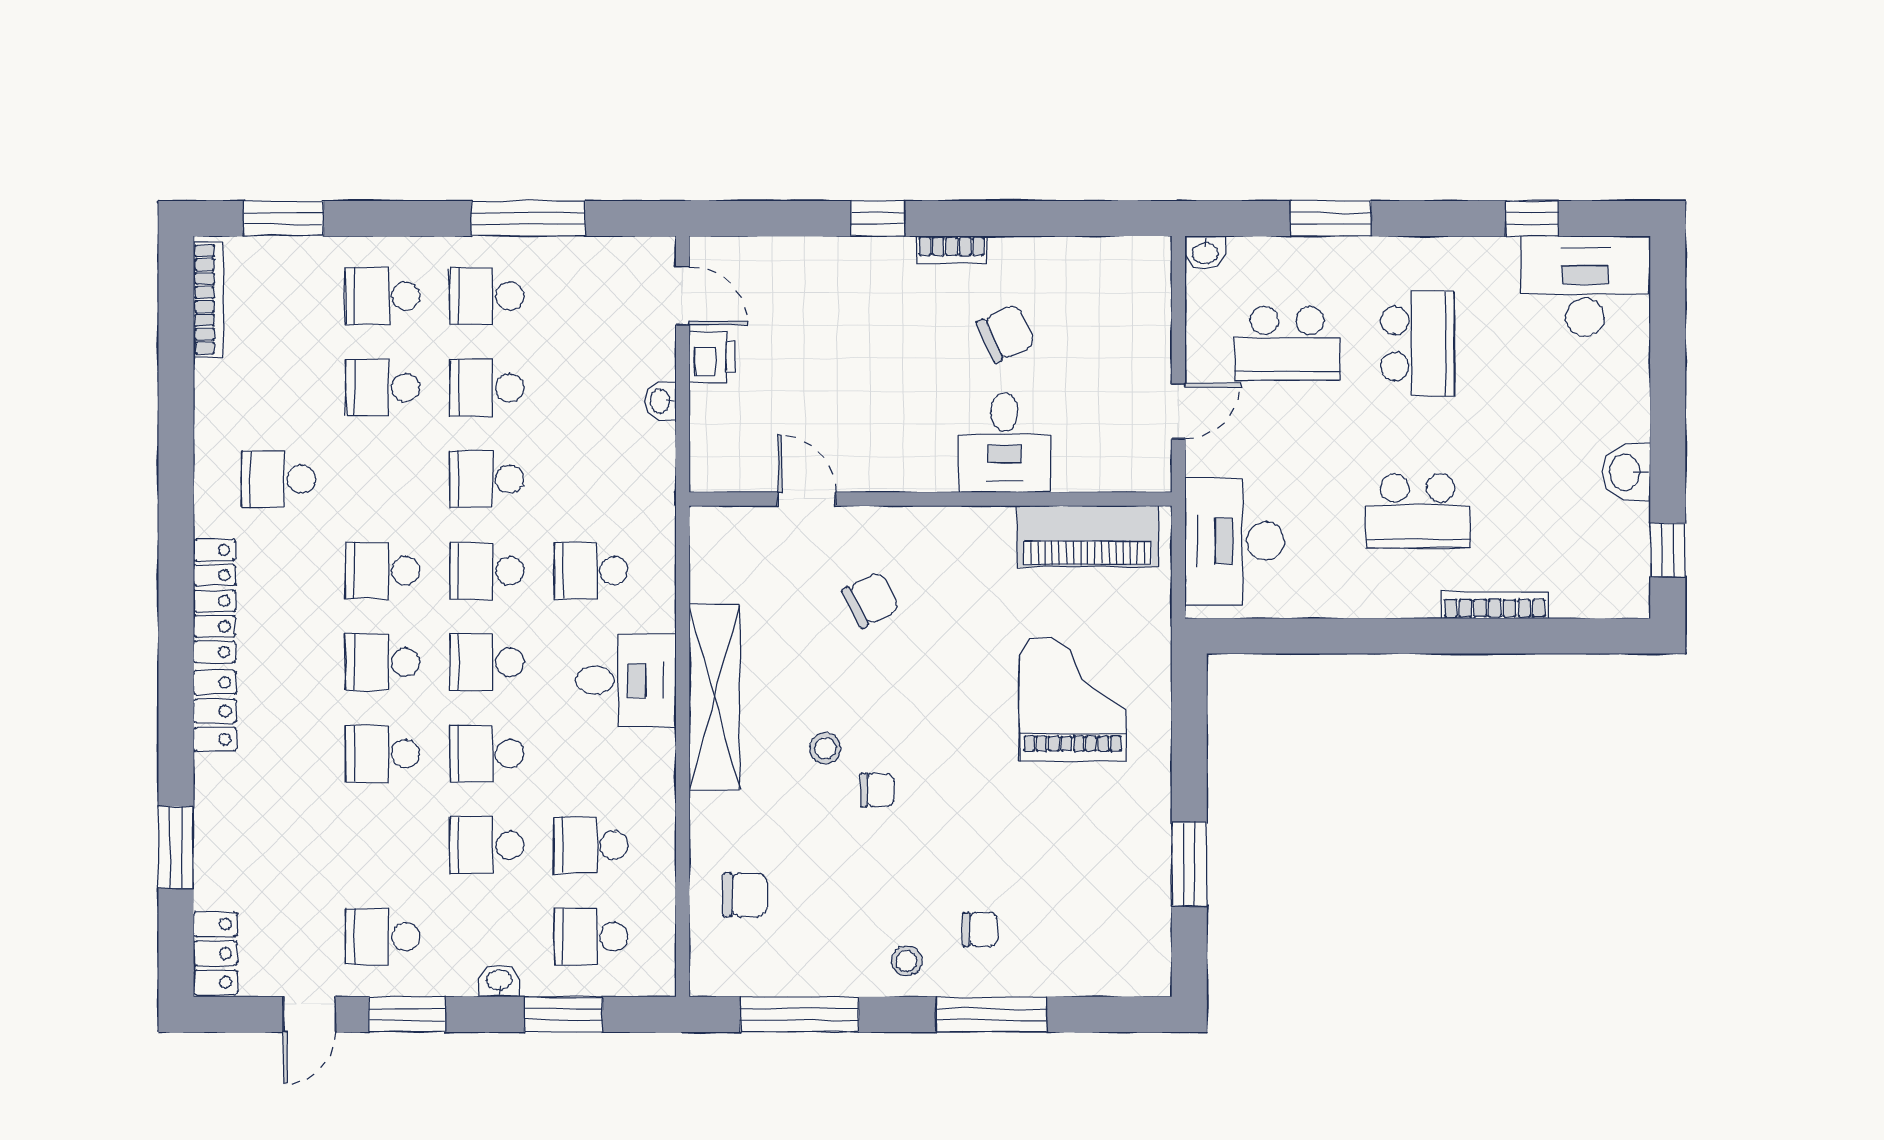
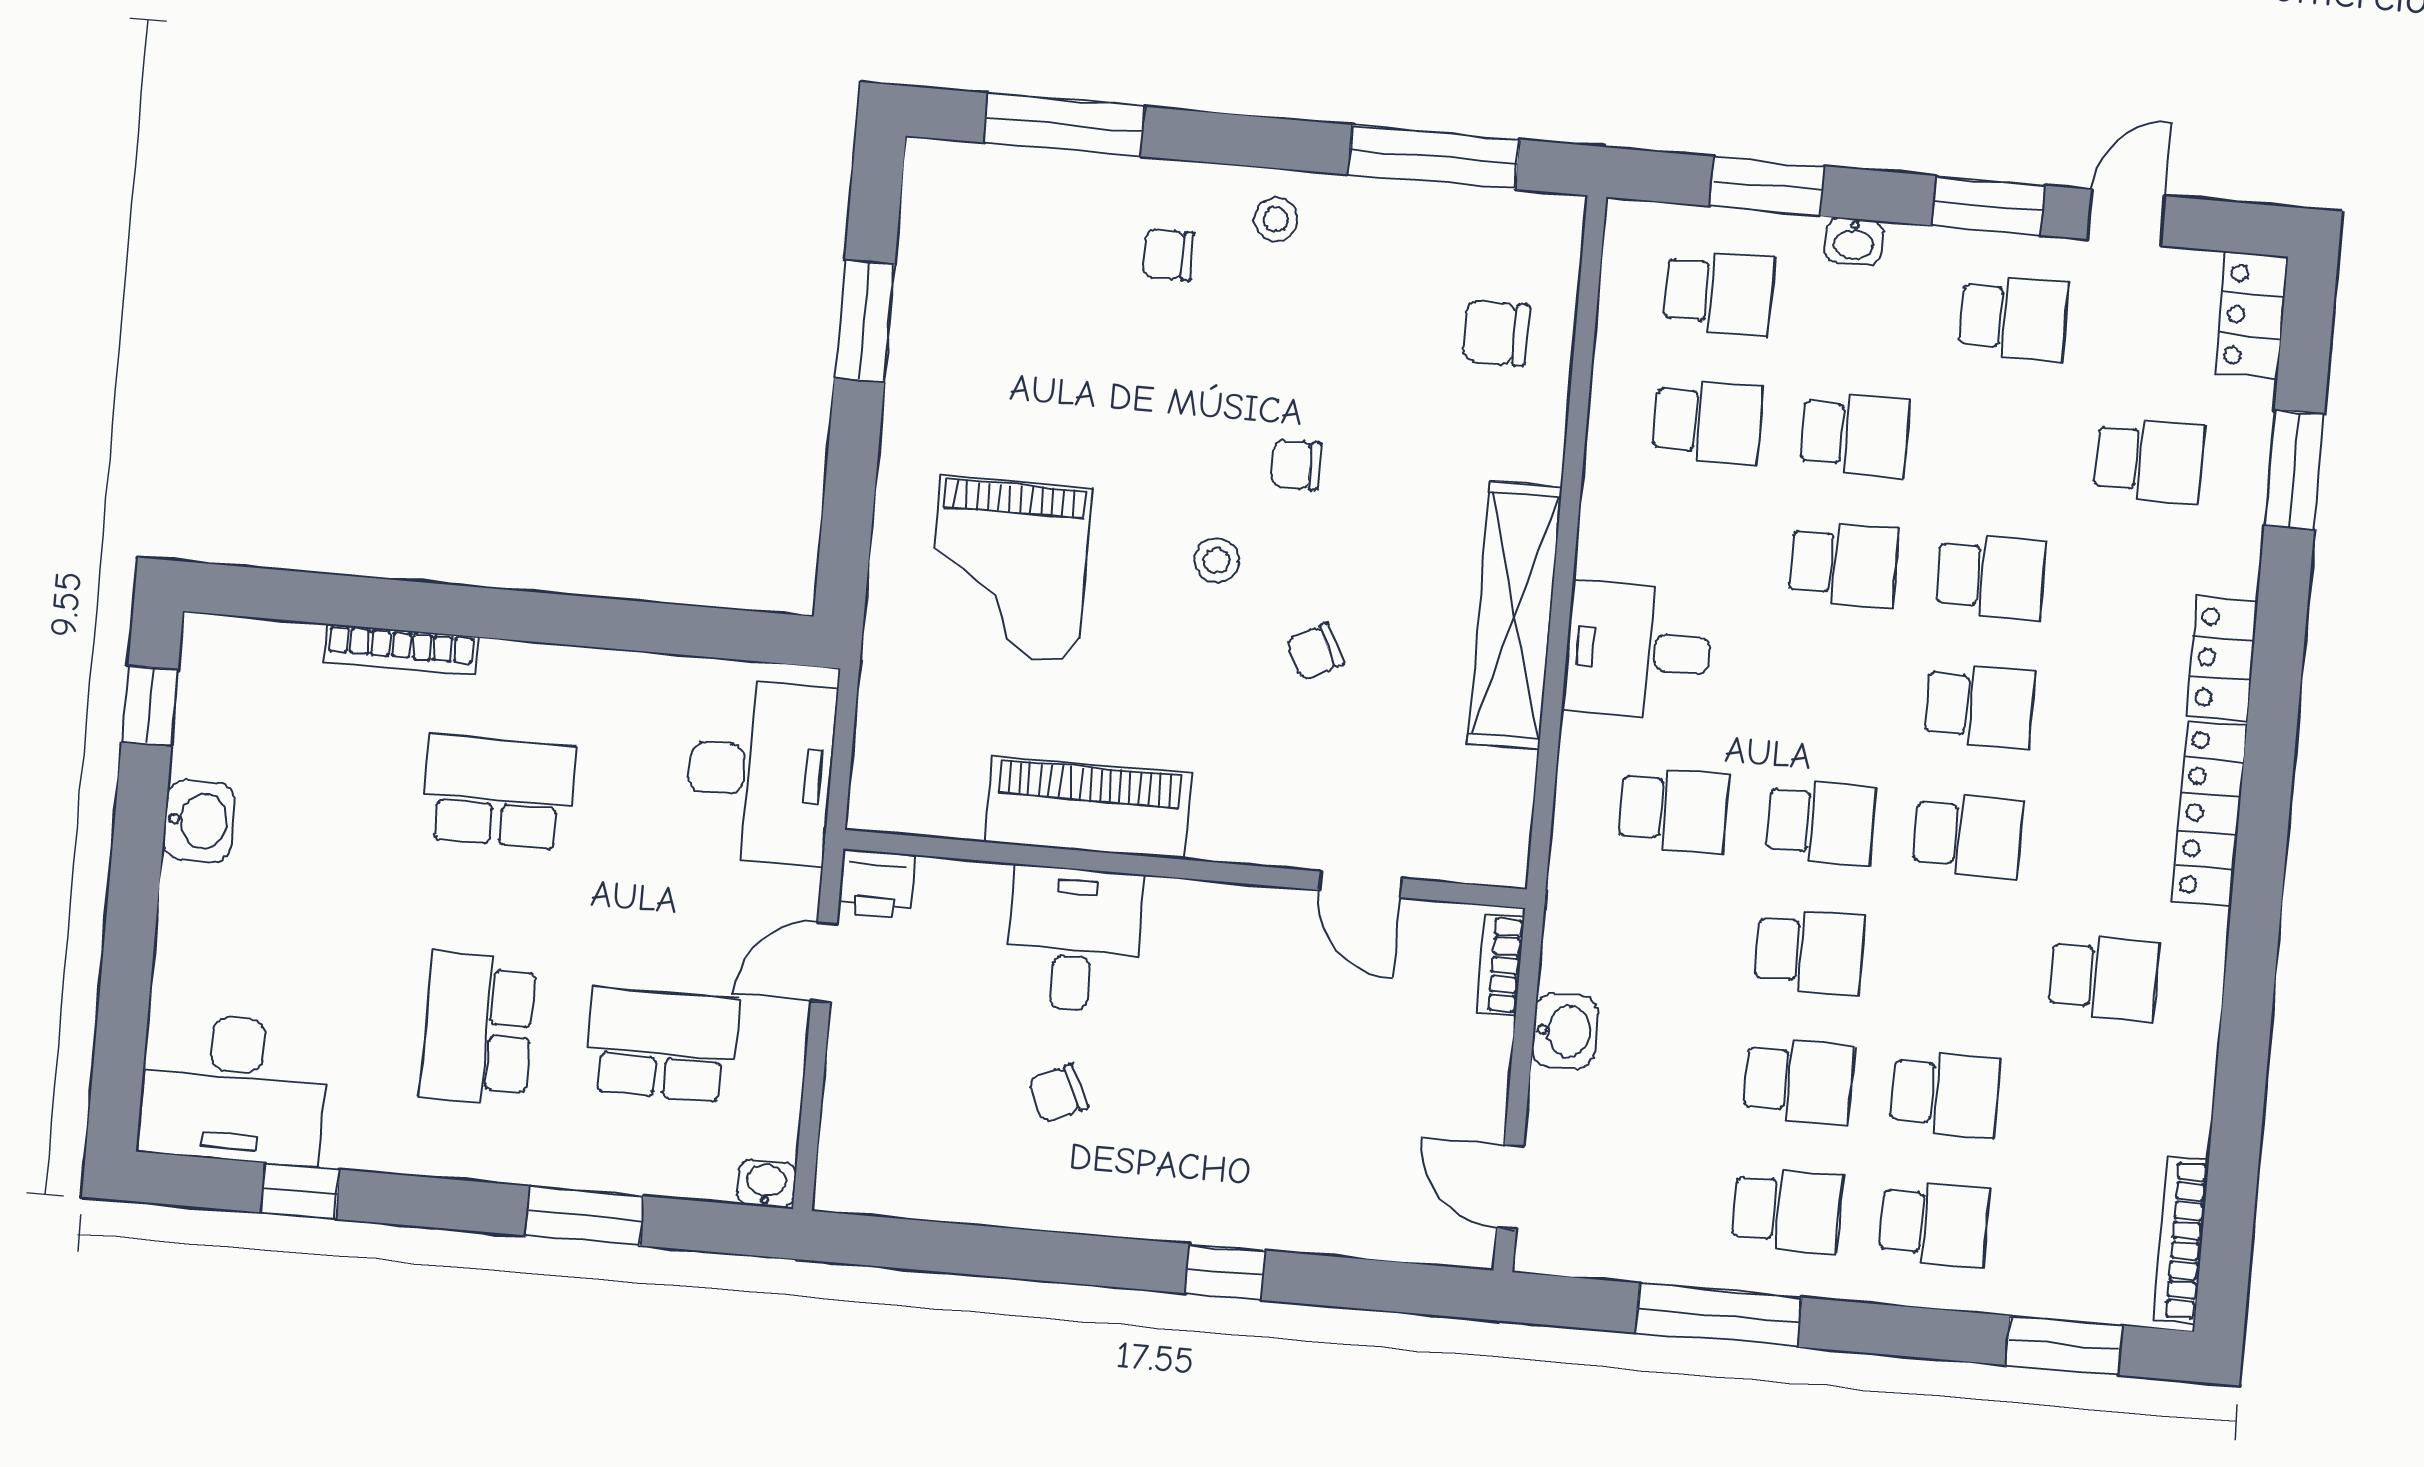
bookcase: (952, 250) -> (1500, 965), moved, turned -90
chair: (1006, 333) -> (1058, 1094), width x0.73, depth x0.73
printer: (712, 357) -> (876, 884), moved, turned -90
washbasin: (661, 401) -> (1565, 1031), width x1.38, depth x1.45
piano: (1088, 536) -> (1088, 808), moved
chair: (871, 600) -> (1315, 652), moved, width x0.73, depth x0.73
school desk: (487, 662) -> (2149, 460), moved
stool: (825, 748) -> (1217, 561), moved
window: (991, 1014) -> (1064, 125), moved

